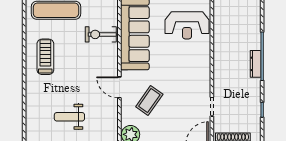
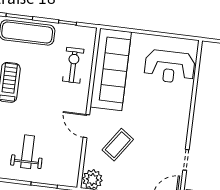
exercise bike: (101, 34) -> (73, 65), turned 90
weight bench: (69, 117) -> (28, 152), turned 90

